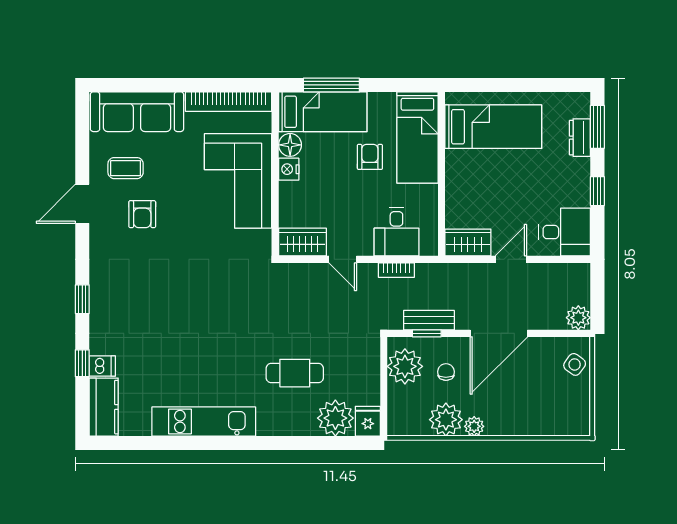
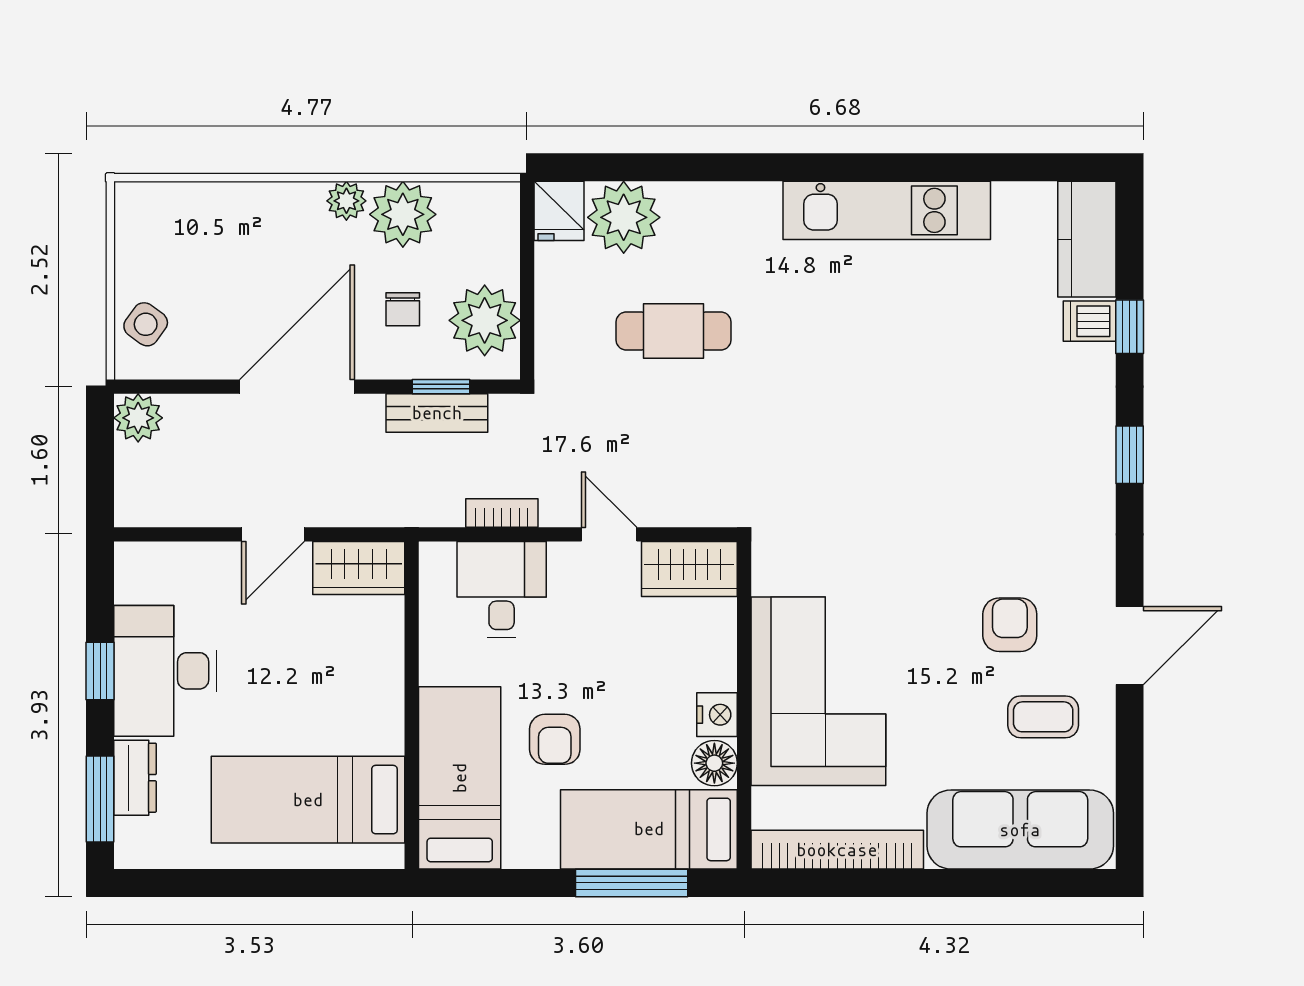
desk: (565, 232) -> (165, 671), moved, width x1.37
cafe table: (295, 373) -> (674, 331), moved

